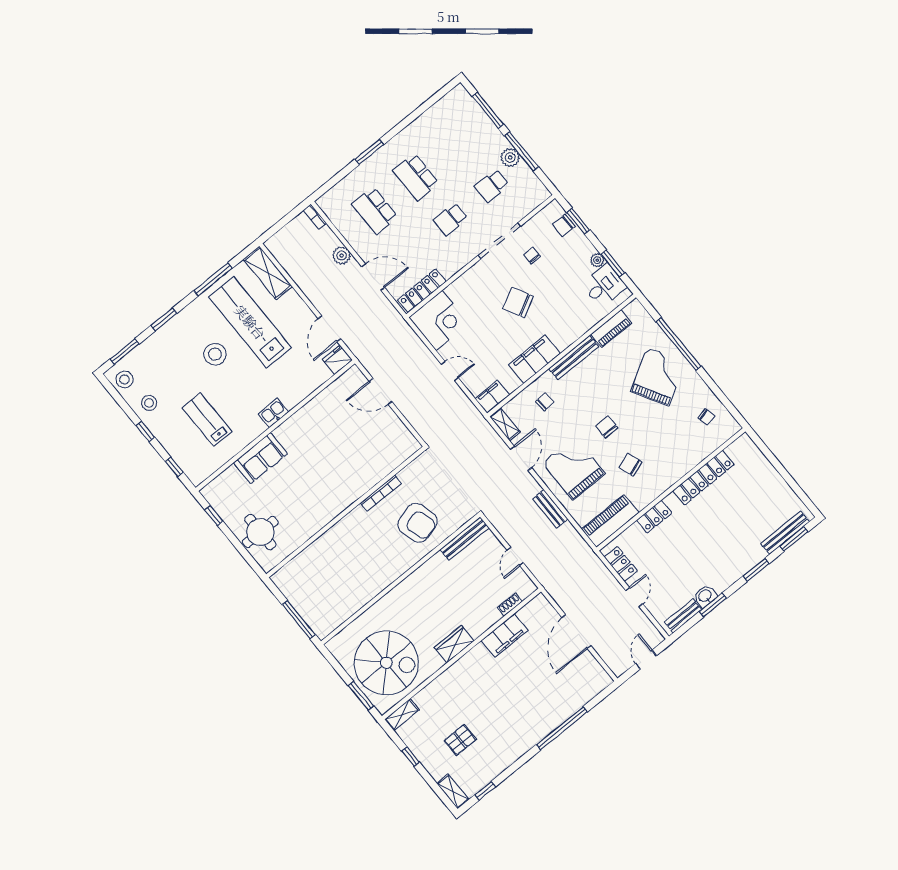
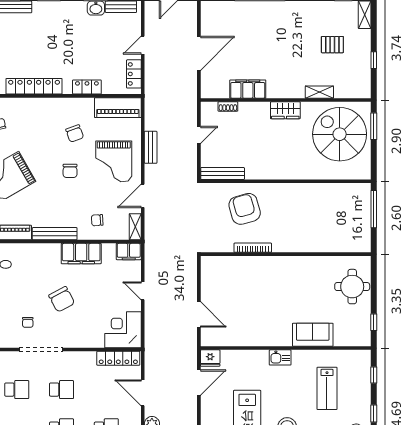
shelving: (402, 715) -> (319, 92), moved

